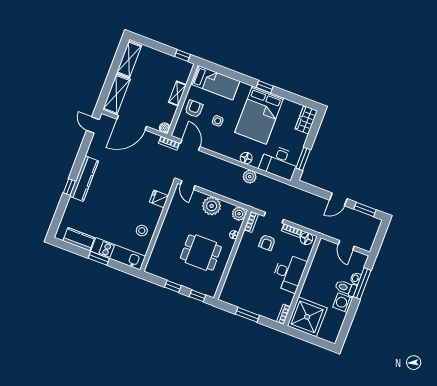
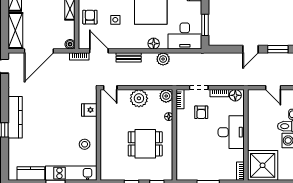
bench: (217, 162) -> (129, 57), added

